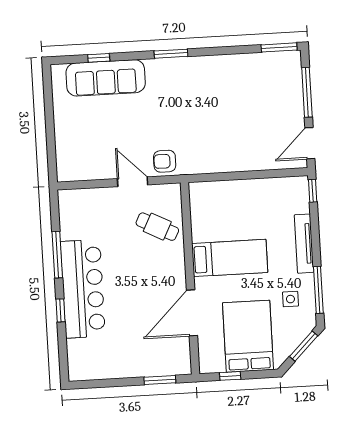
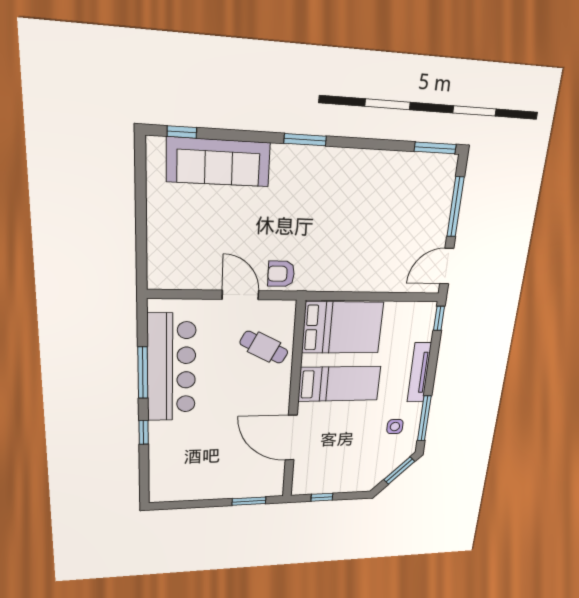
window: (99, 58) -> (182, 132), moved
bar counter: (83, 289) -> (171, 368), moved
door: (192, 313) -> (291, 438), hinge flipped
bed: (248, 336) -> (342, 328), moved, turned 90

